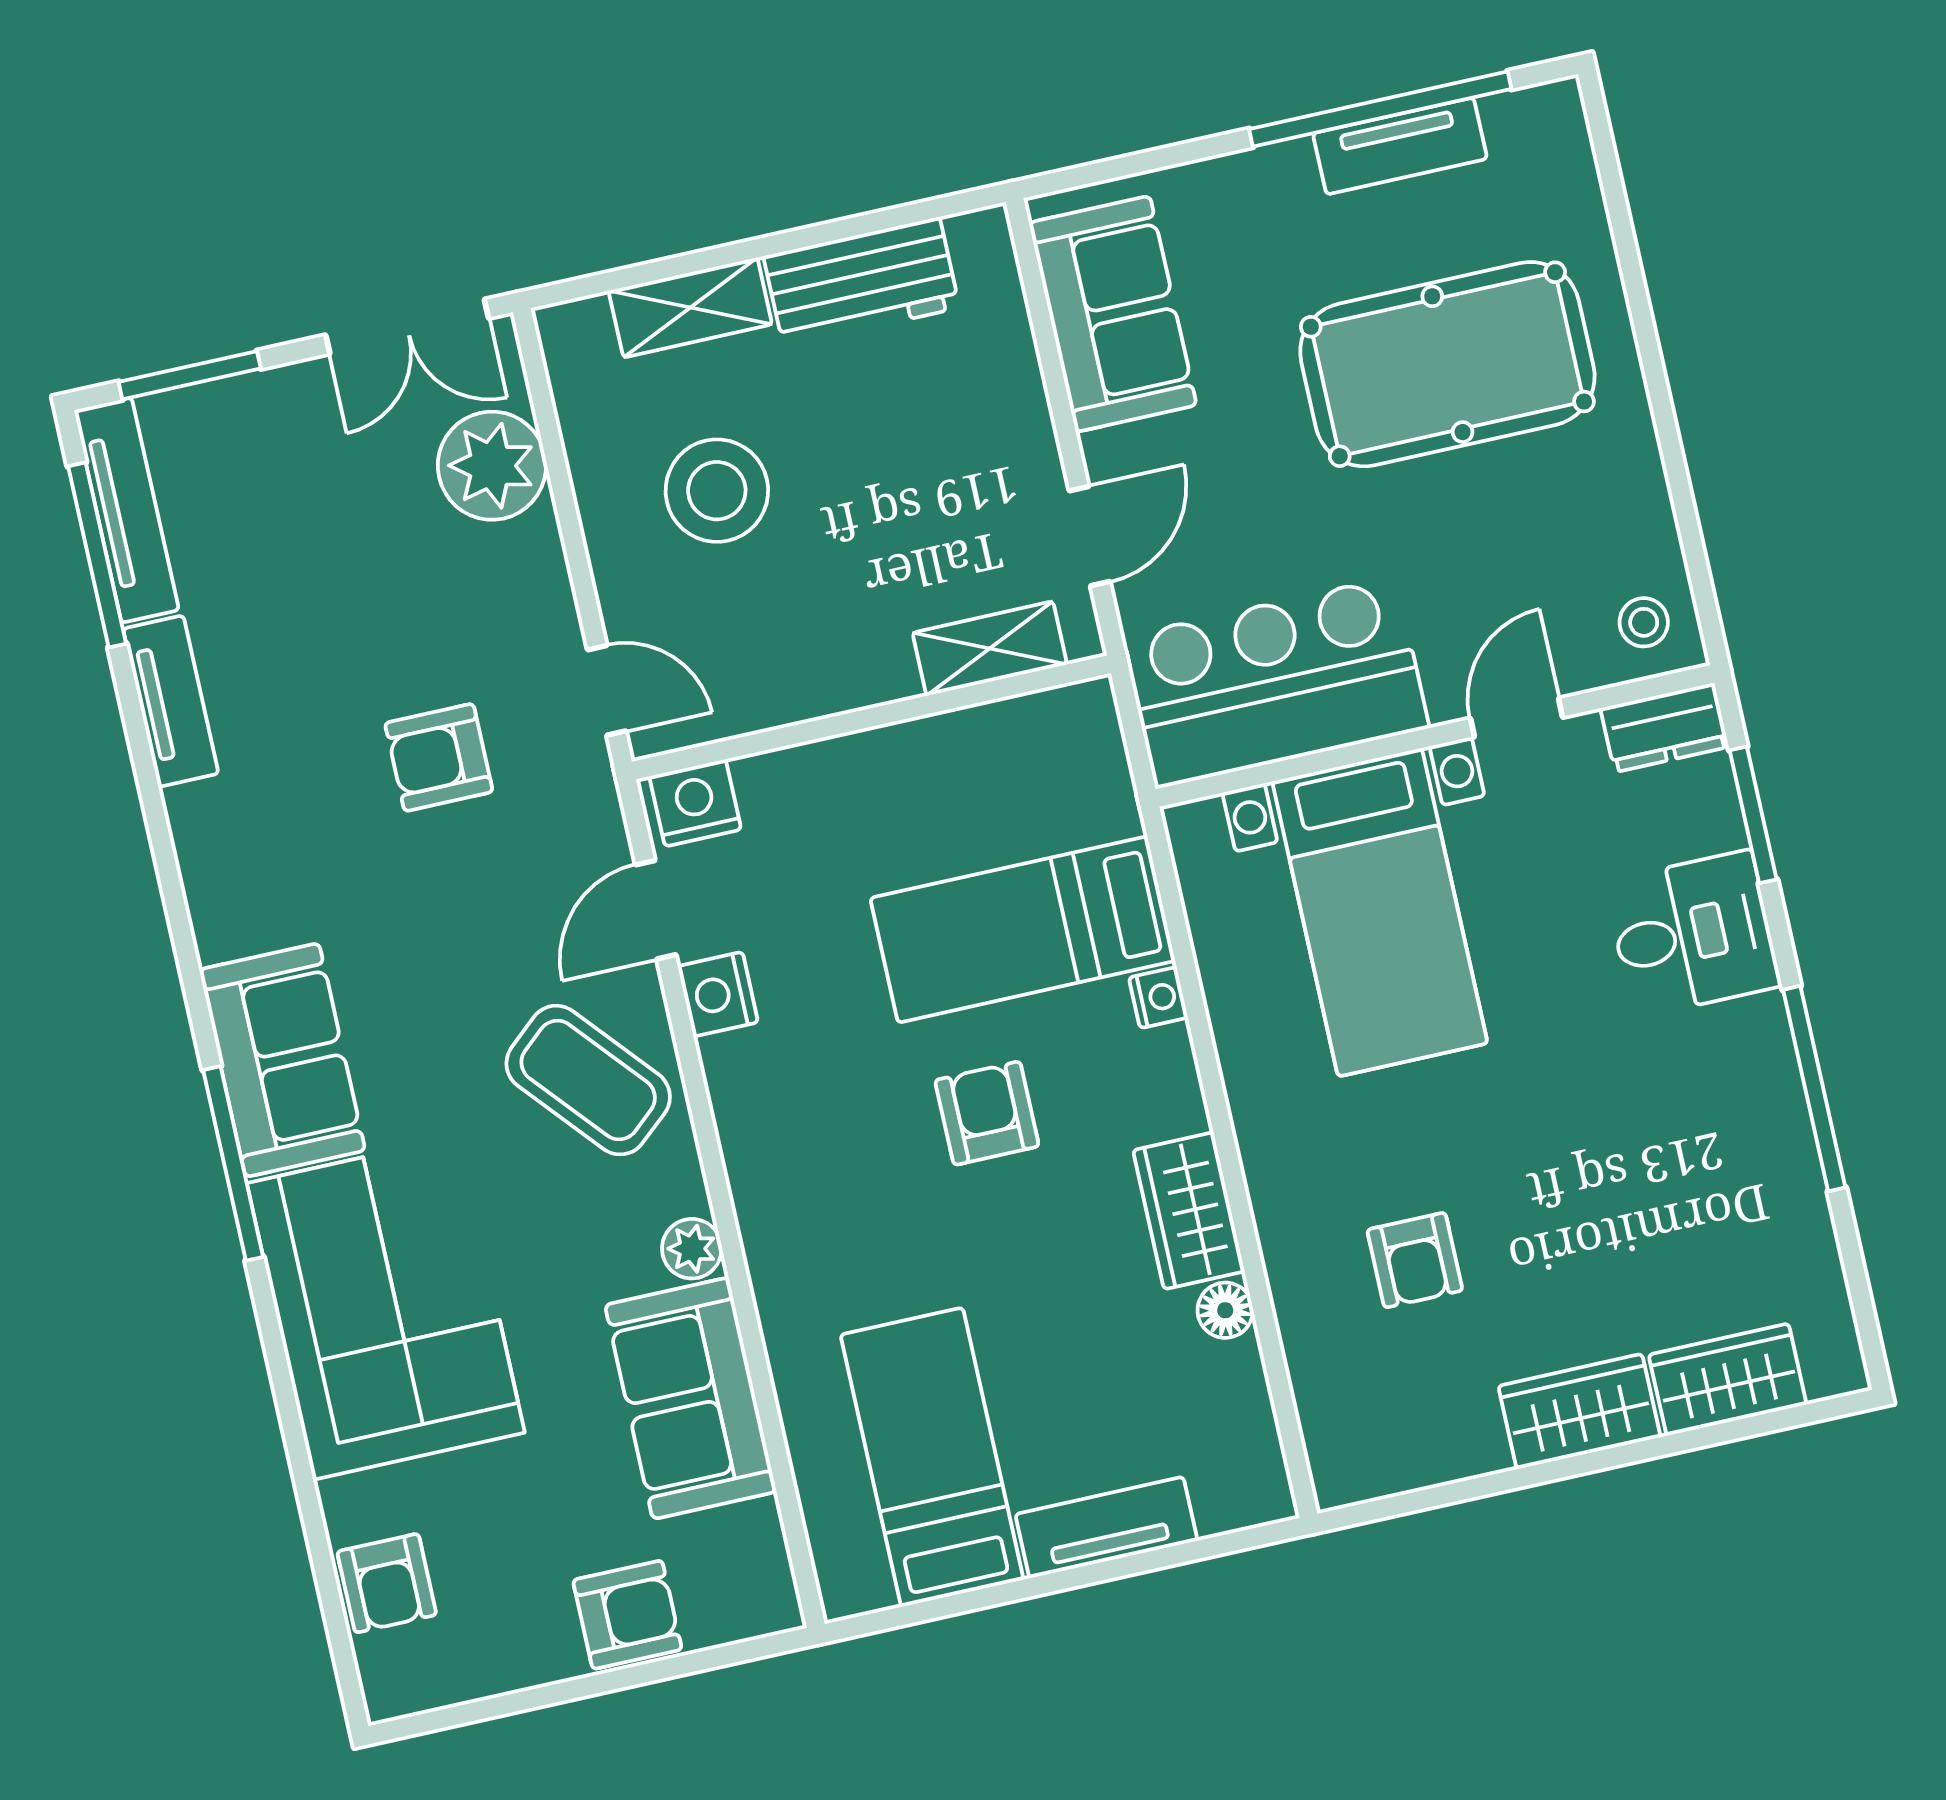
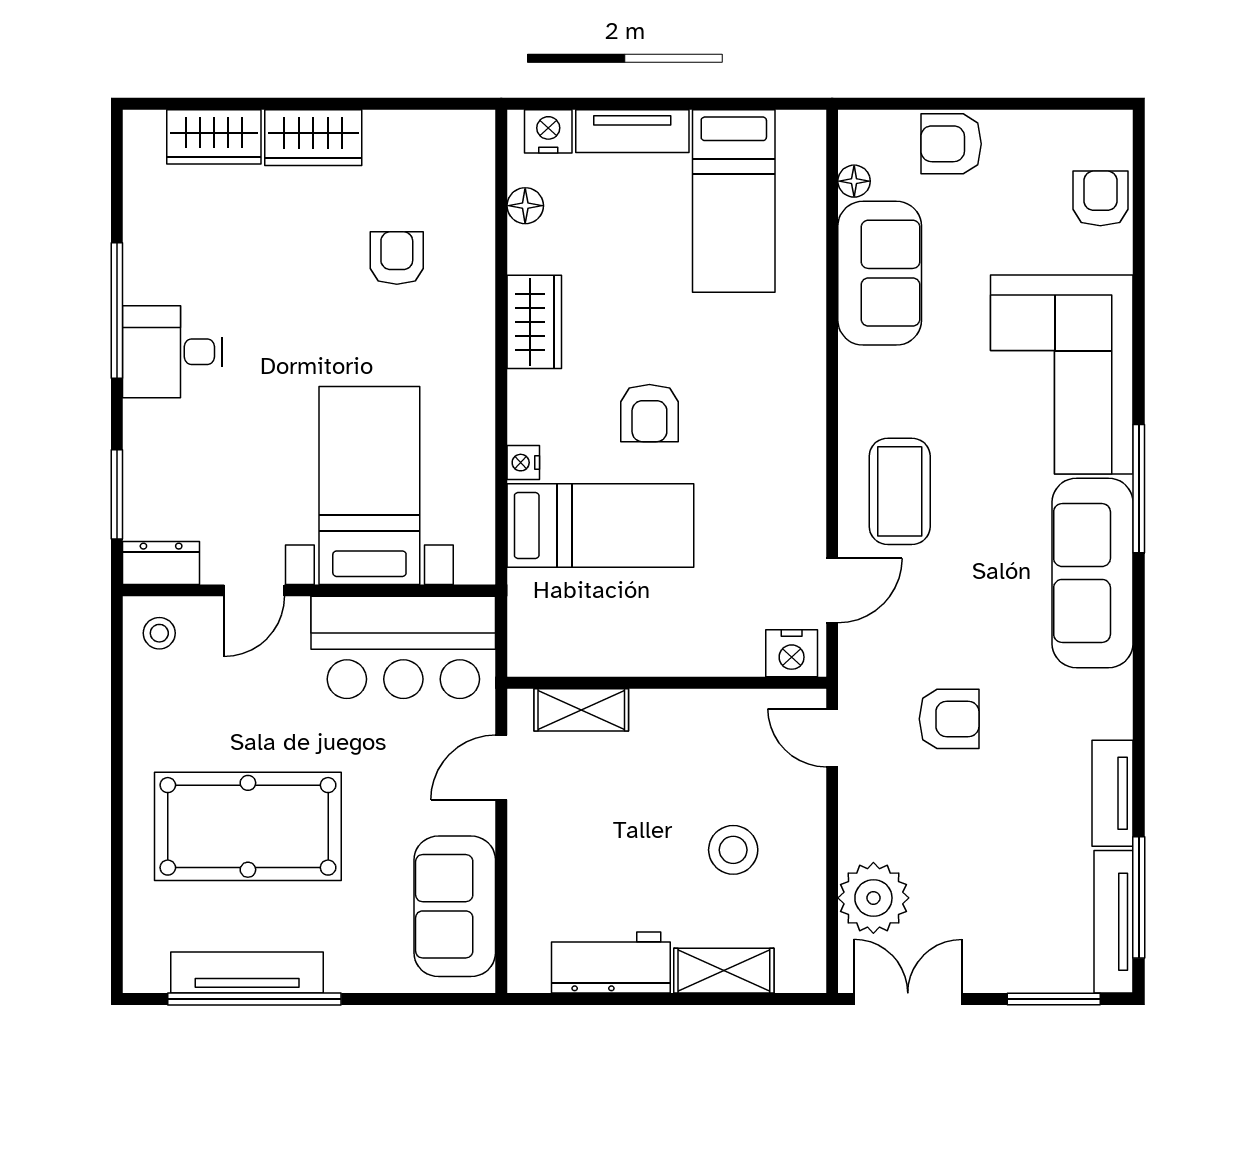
tv unit: (1400, 146) -> (247, 973), width x1.41
stool: (717, 491) -> (733, 850), width x0.73, depth x0.73
desk: (1693, 934) -> (173, 352), moved
nightstand: (718, 994) -> (548, 131), moved, turned -90
sofa: (282, 1060) -> (1093, 573), width x1.36
coffee table: (588, 1080) -> (900, 491), turned 41
plant: (692, 1249) -> (858, 369), removed
floor lamp: (1225, 1310) -> (525, 206), moved
floor lamp: (759, 1527) -> (854, 181), added

